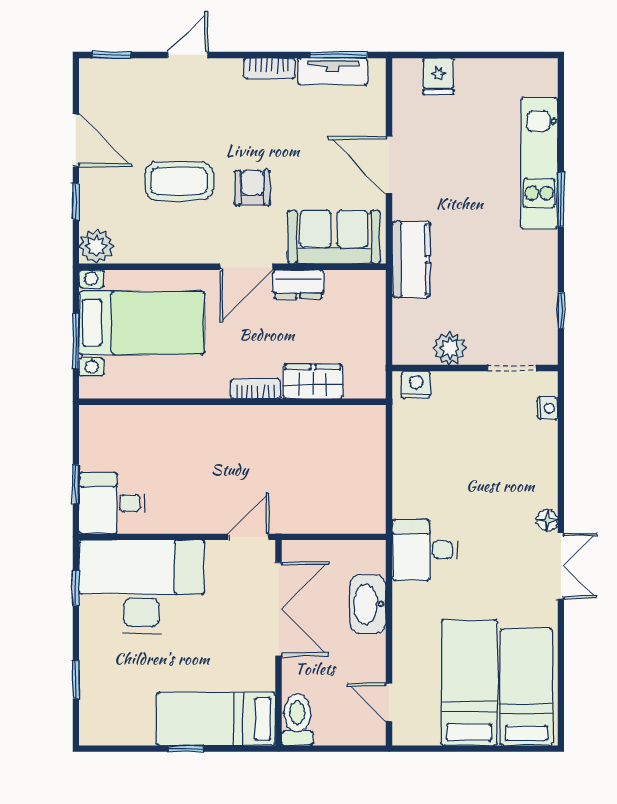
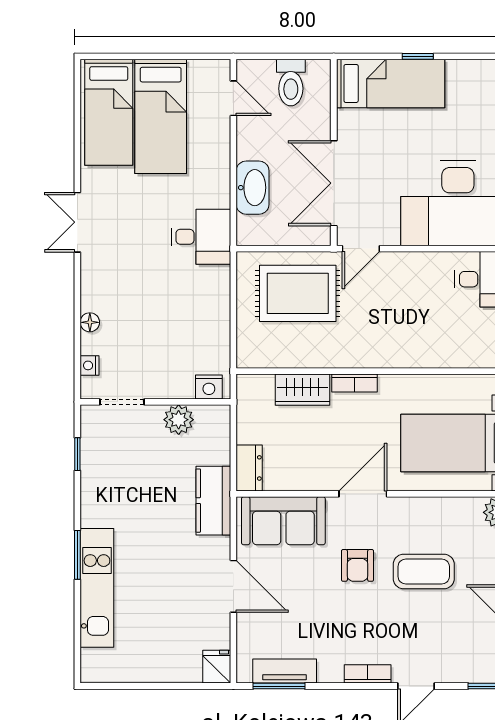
bookcase: (269, 68) -> (368, 674), moved
fridge: (438, 76) -> (217, 667), moved
dresser: (298, 284) -> (249, 468), moved, turned 90
rug: (318, 488) -> (298, 293), added
floor lamp: (547, 520) -> (90, 322), moved
toilet: (297, 720) -> (291, 83), moved

